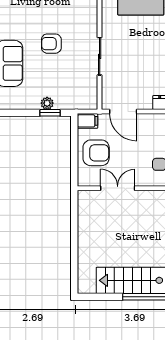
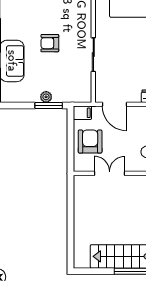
window: (50, 113) -> (49, 105), width x1.50
armchair: (96, 153) -> (90, 142), turned -90

